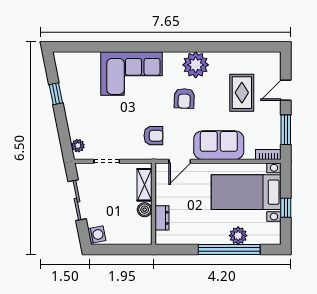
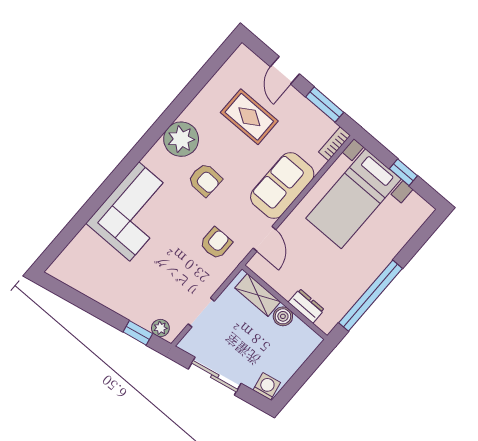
window: (56, 94) -> (138, 333), moved
plant: (238, 236) -> (390, 245), removed
window: (229, 249) -> (371, 296), moved

